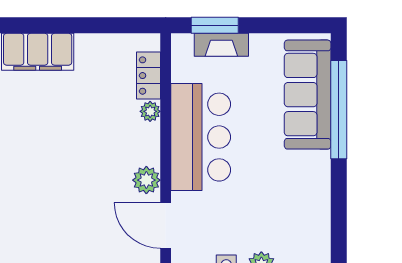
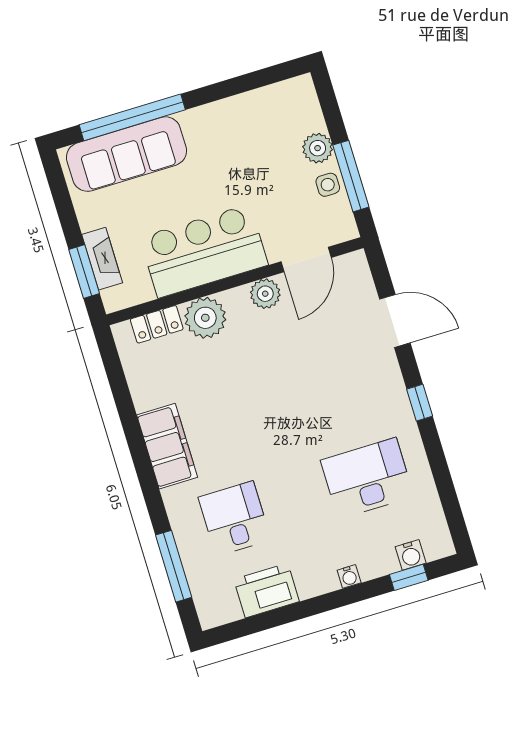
plant: (150, 111) -> (205, 318), width x1.88, depth x1.88

